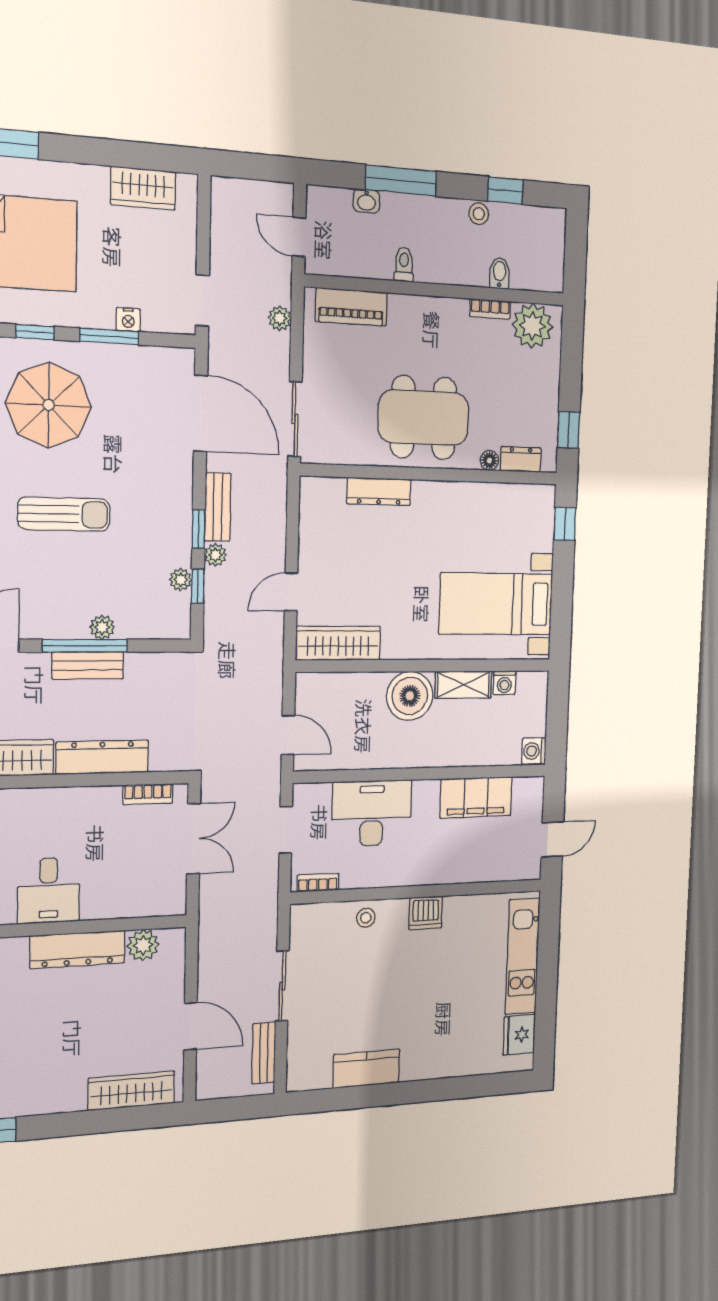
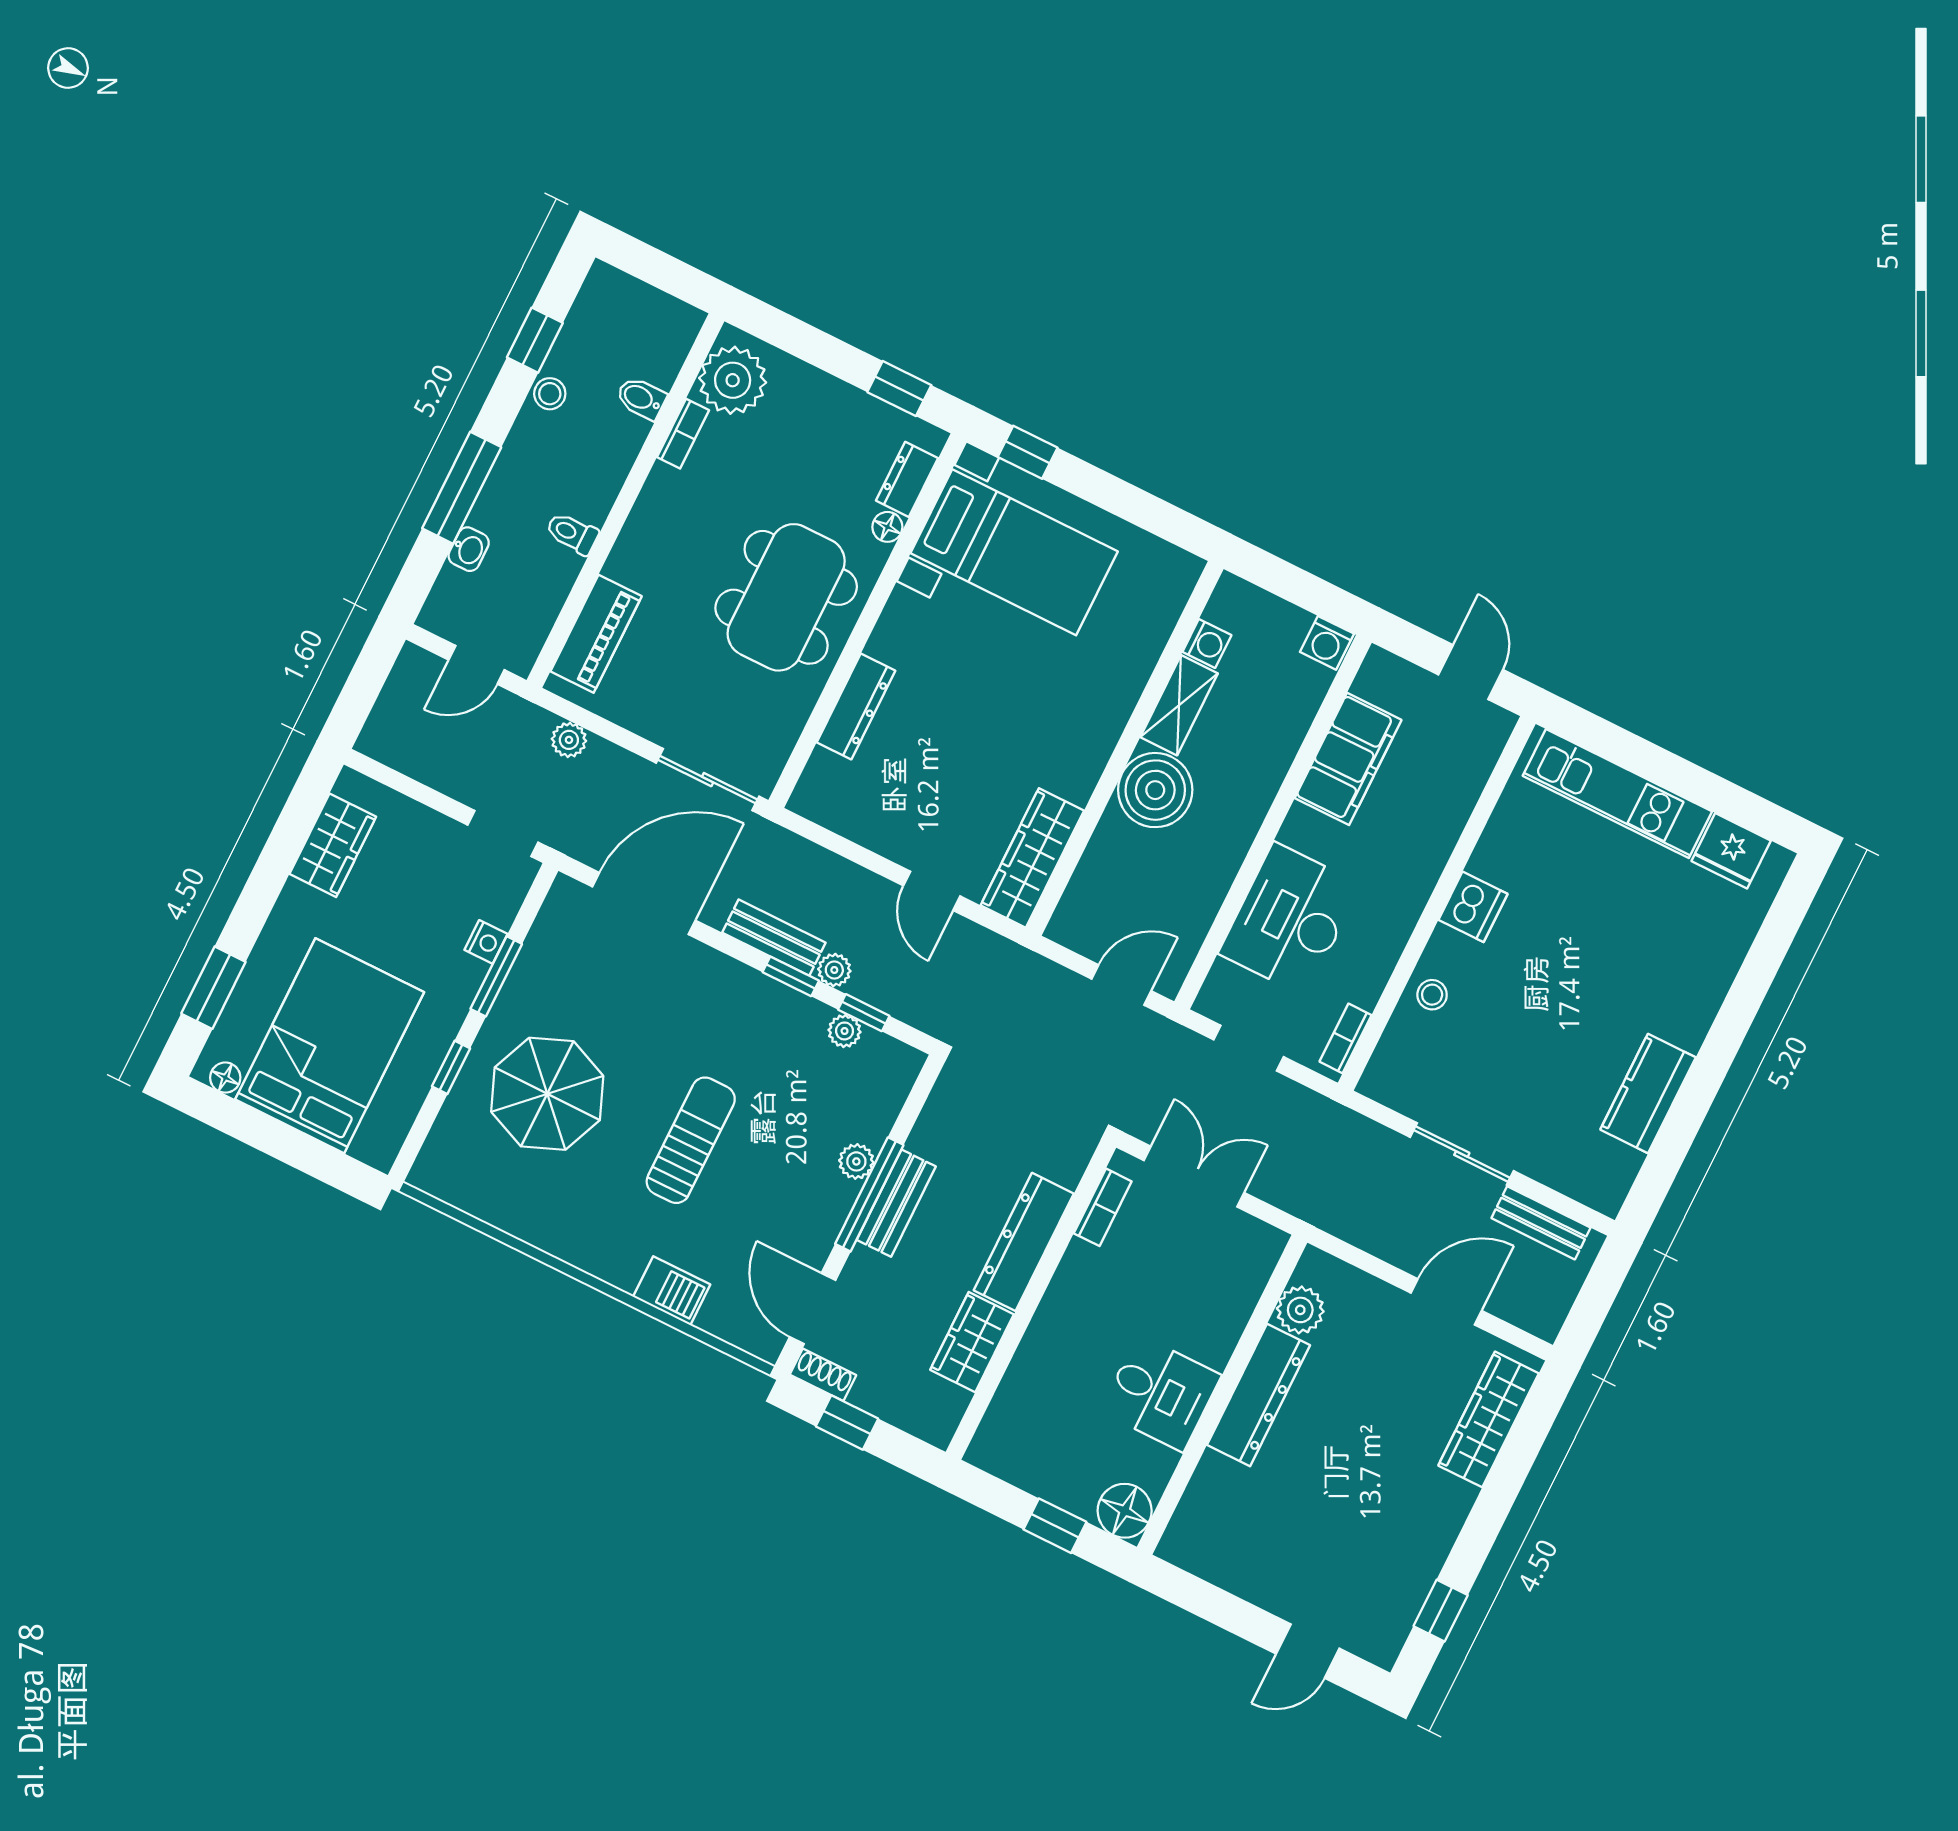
bed with nightstands: (496, 604) -> (1014, 552), moved, turned -90

